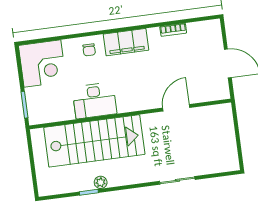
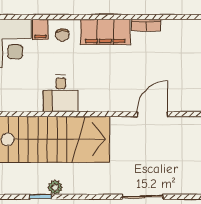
bookcase: (173, 30) -> (146, 25), moved
filing cabinet: (70, 47) -> (40, 29), added
desk: (95, 100) -> (61, 93), width x0.73

